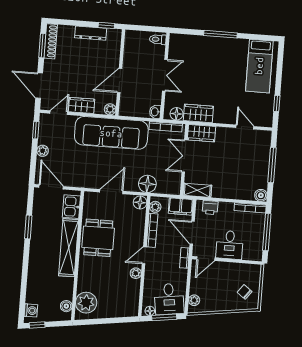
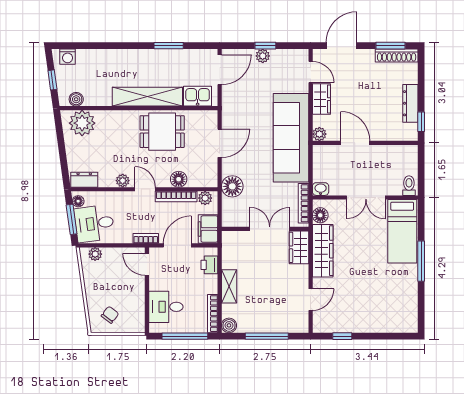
bed: (259, 66) -> (402, 231), moved, turned -90
wardrobe: (198, 113) -> (323, 251), width x1.50
window: (36, 130) -> (265, 46), moved
shelving: (197, 190) -> (229, 286), moved
door: (111, 192) -> (220, 143), hinge flipped
floor lamp: (140, 203) -> (179, 179), moved
desk: (230, 245) -> (166, 307), moved
dresser: (133, 305) -> (84, 180), added
window: (37, 325) -> (52, 80), moved

